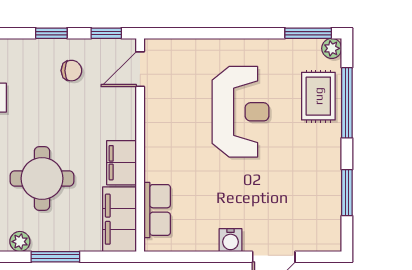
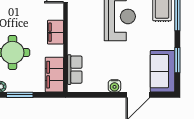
filing cabinet: (122, 163) -> (56, 32), moved
sofa: (319, 213) -> (163, 71), added

